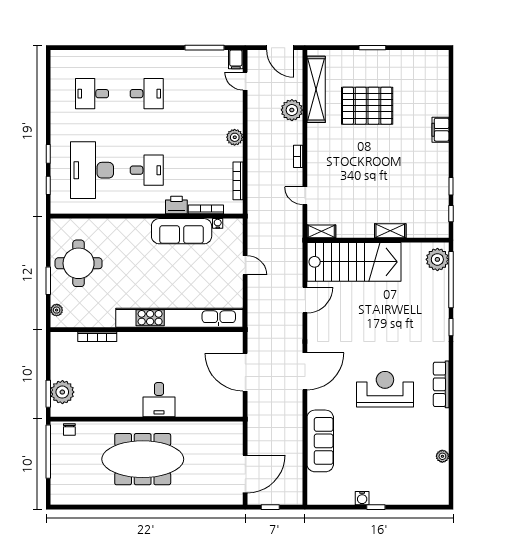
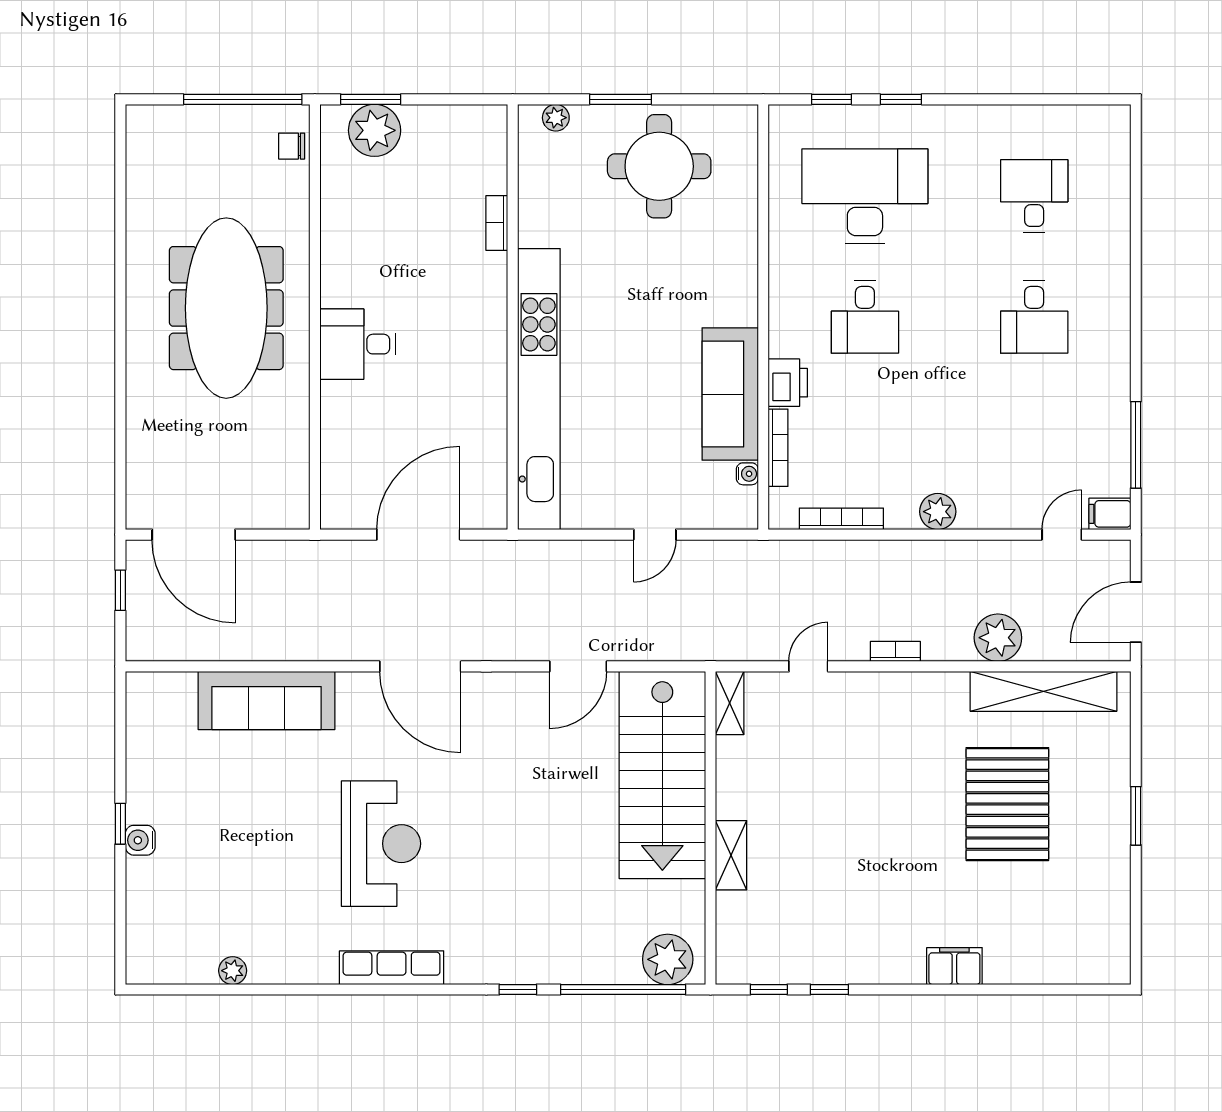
door: (305, 300) -> (578, 666), hinge flipped
bookcase: (97, 337) -> (497, 223), width x0.64
water cooler: (362, 498) -> (140, 840), moved

